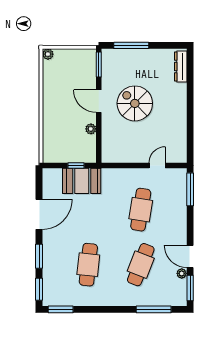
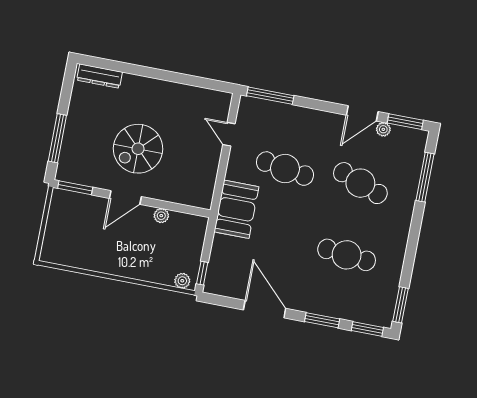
plant: (48, 54) -> (182, 281), moved
window: (76, 166) -> (202, 273), moved
booth: (82, 181) -> (236, 209), moved

